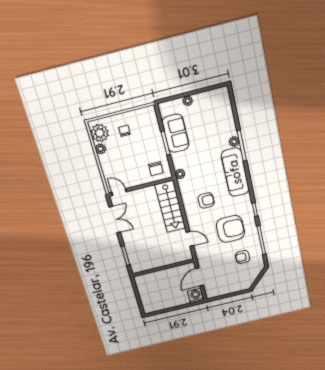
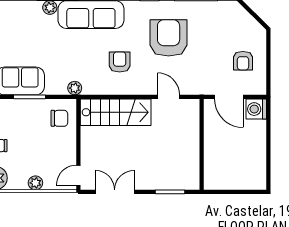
plant: (101, 149) -> (35, 183), moved
door: (190, 239) -> (169, 97), hinge flipped
armchair: (243, 257) -> (243, 61), moved

